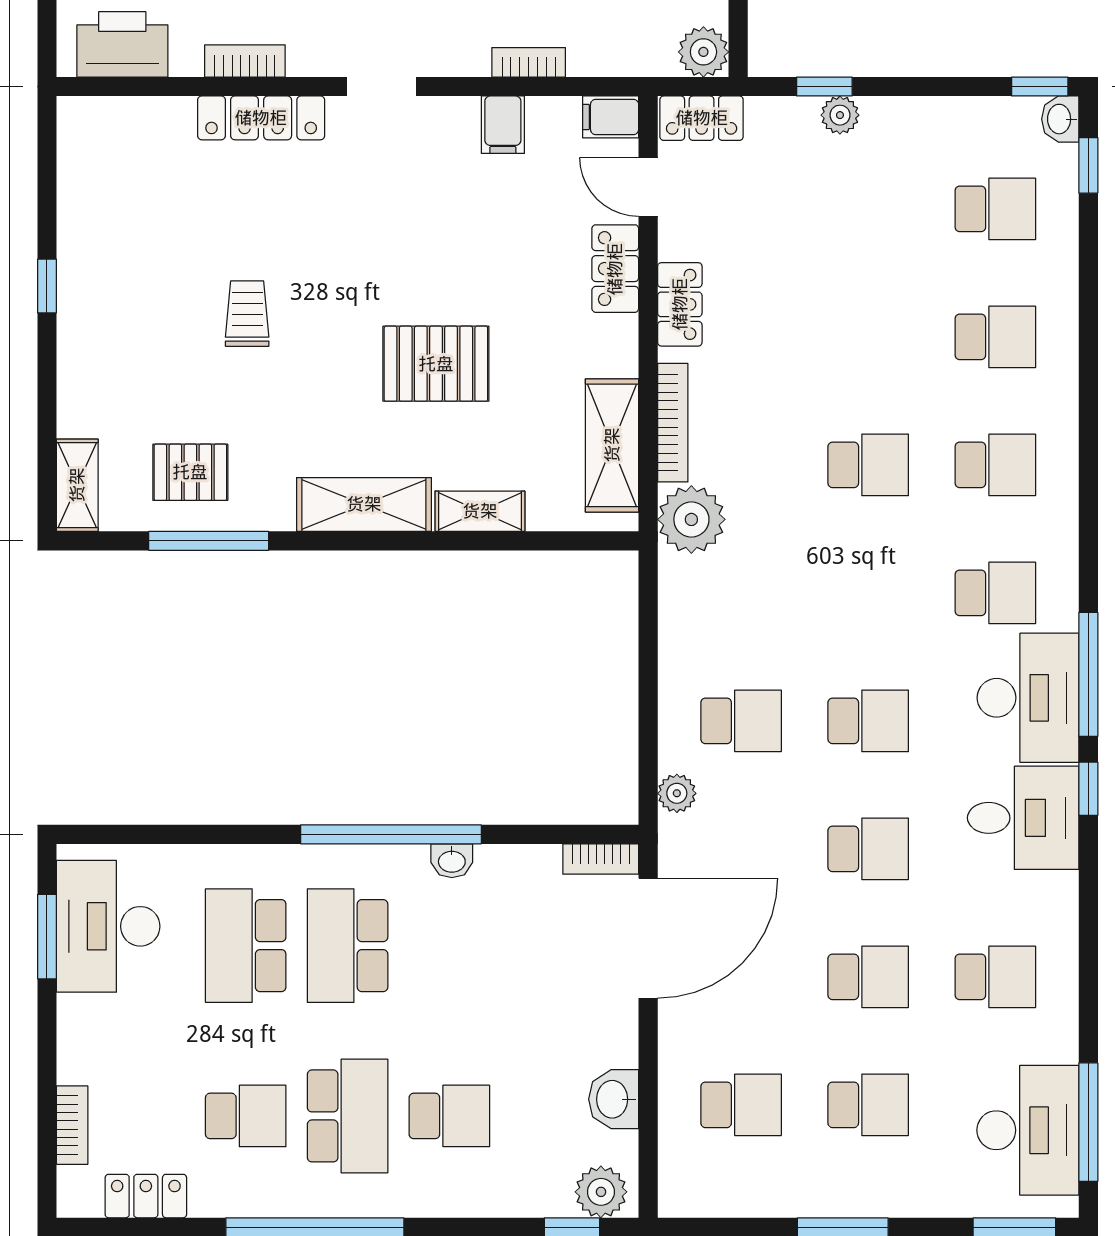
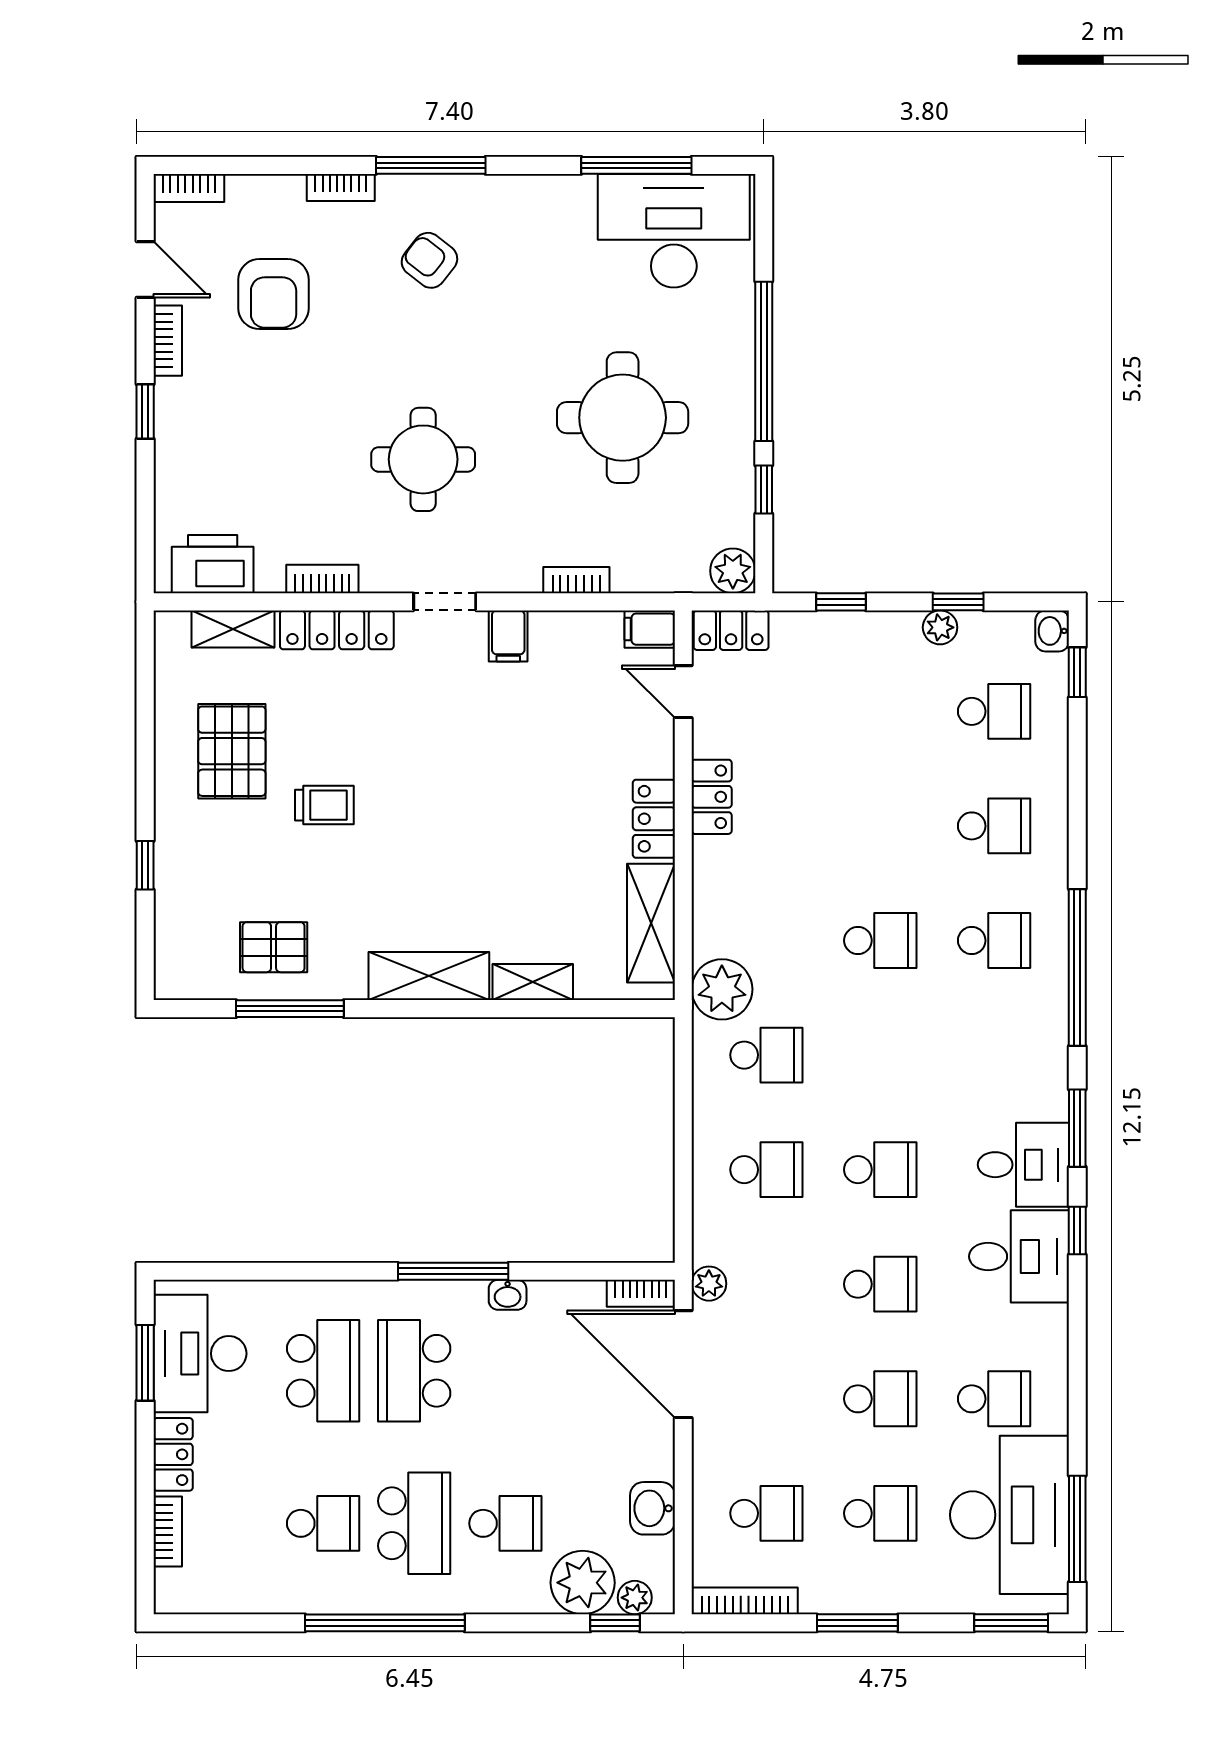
window: (1040, 86) -> (958, 602), moved
plant: (840, 115) -> (940, 627), moved
filing cabinet: (503, 125) -> (508, 636), moved
locker: (615, 269) -> (654, 819), moved
window: (47, 286) -> (145, 865), moved
trolley: (247, 314) -> (324, 805), turned 90
pallet: (436, 364) -> (232, 751), moved, turned 90
bookcase: (673, 423) -> (745, 1601), moved, turned -90
shelving: (77, 485) -> (233, 629), moved, turned 90
window: (1088, 495) -> (1077, 967), added
school desk: (995, 593) -> (766, 1055), moved
window: (1088, 674) -> (1077, 1128), width x0.69
desk: (1028, 698) -> (1023, 1165), width x0.73
plant: (677, 793) -> (709, 1284), moved
window: (391, 834) -> (453, 1271), width x0.68
door: (648, 938) -> (683, 1364), swing flipped
school desk: (246, 946) -> (323, 1371), turned 180
desk: (1028, 1130) -> (1009, 1515), width x1.36, depth x1.30
plant: (536, 1182) -> (583, 1583), added
plant: (601, 1192) -> (635, 1598), width x0.73, depth x0.73
locker: (146, 1196) -> (173, 1454), moved, turned 90

